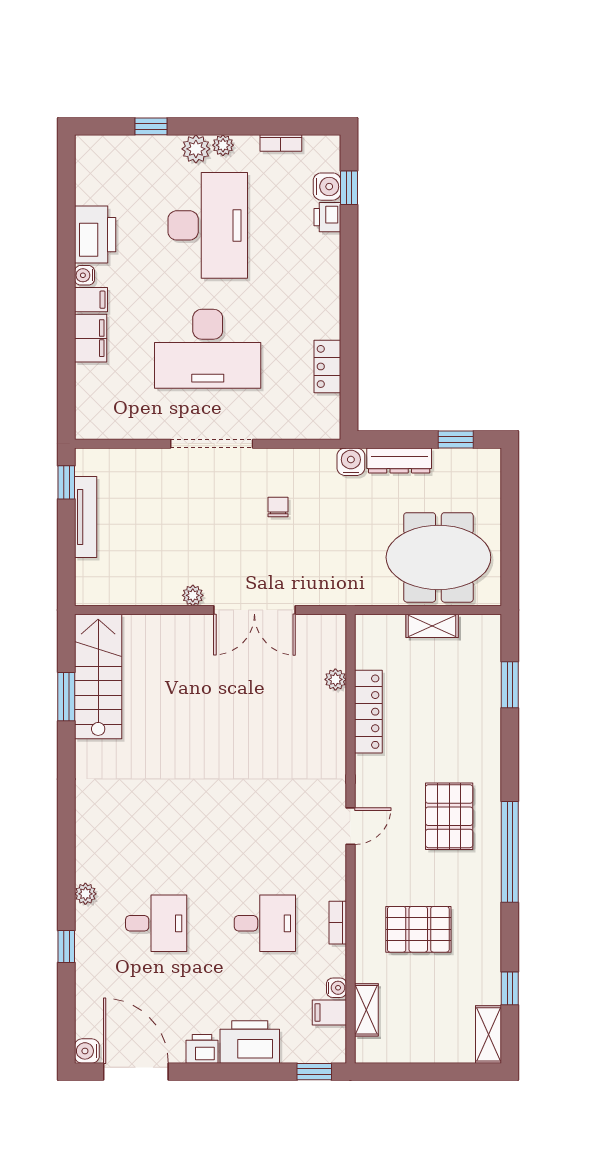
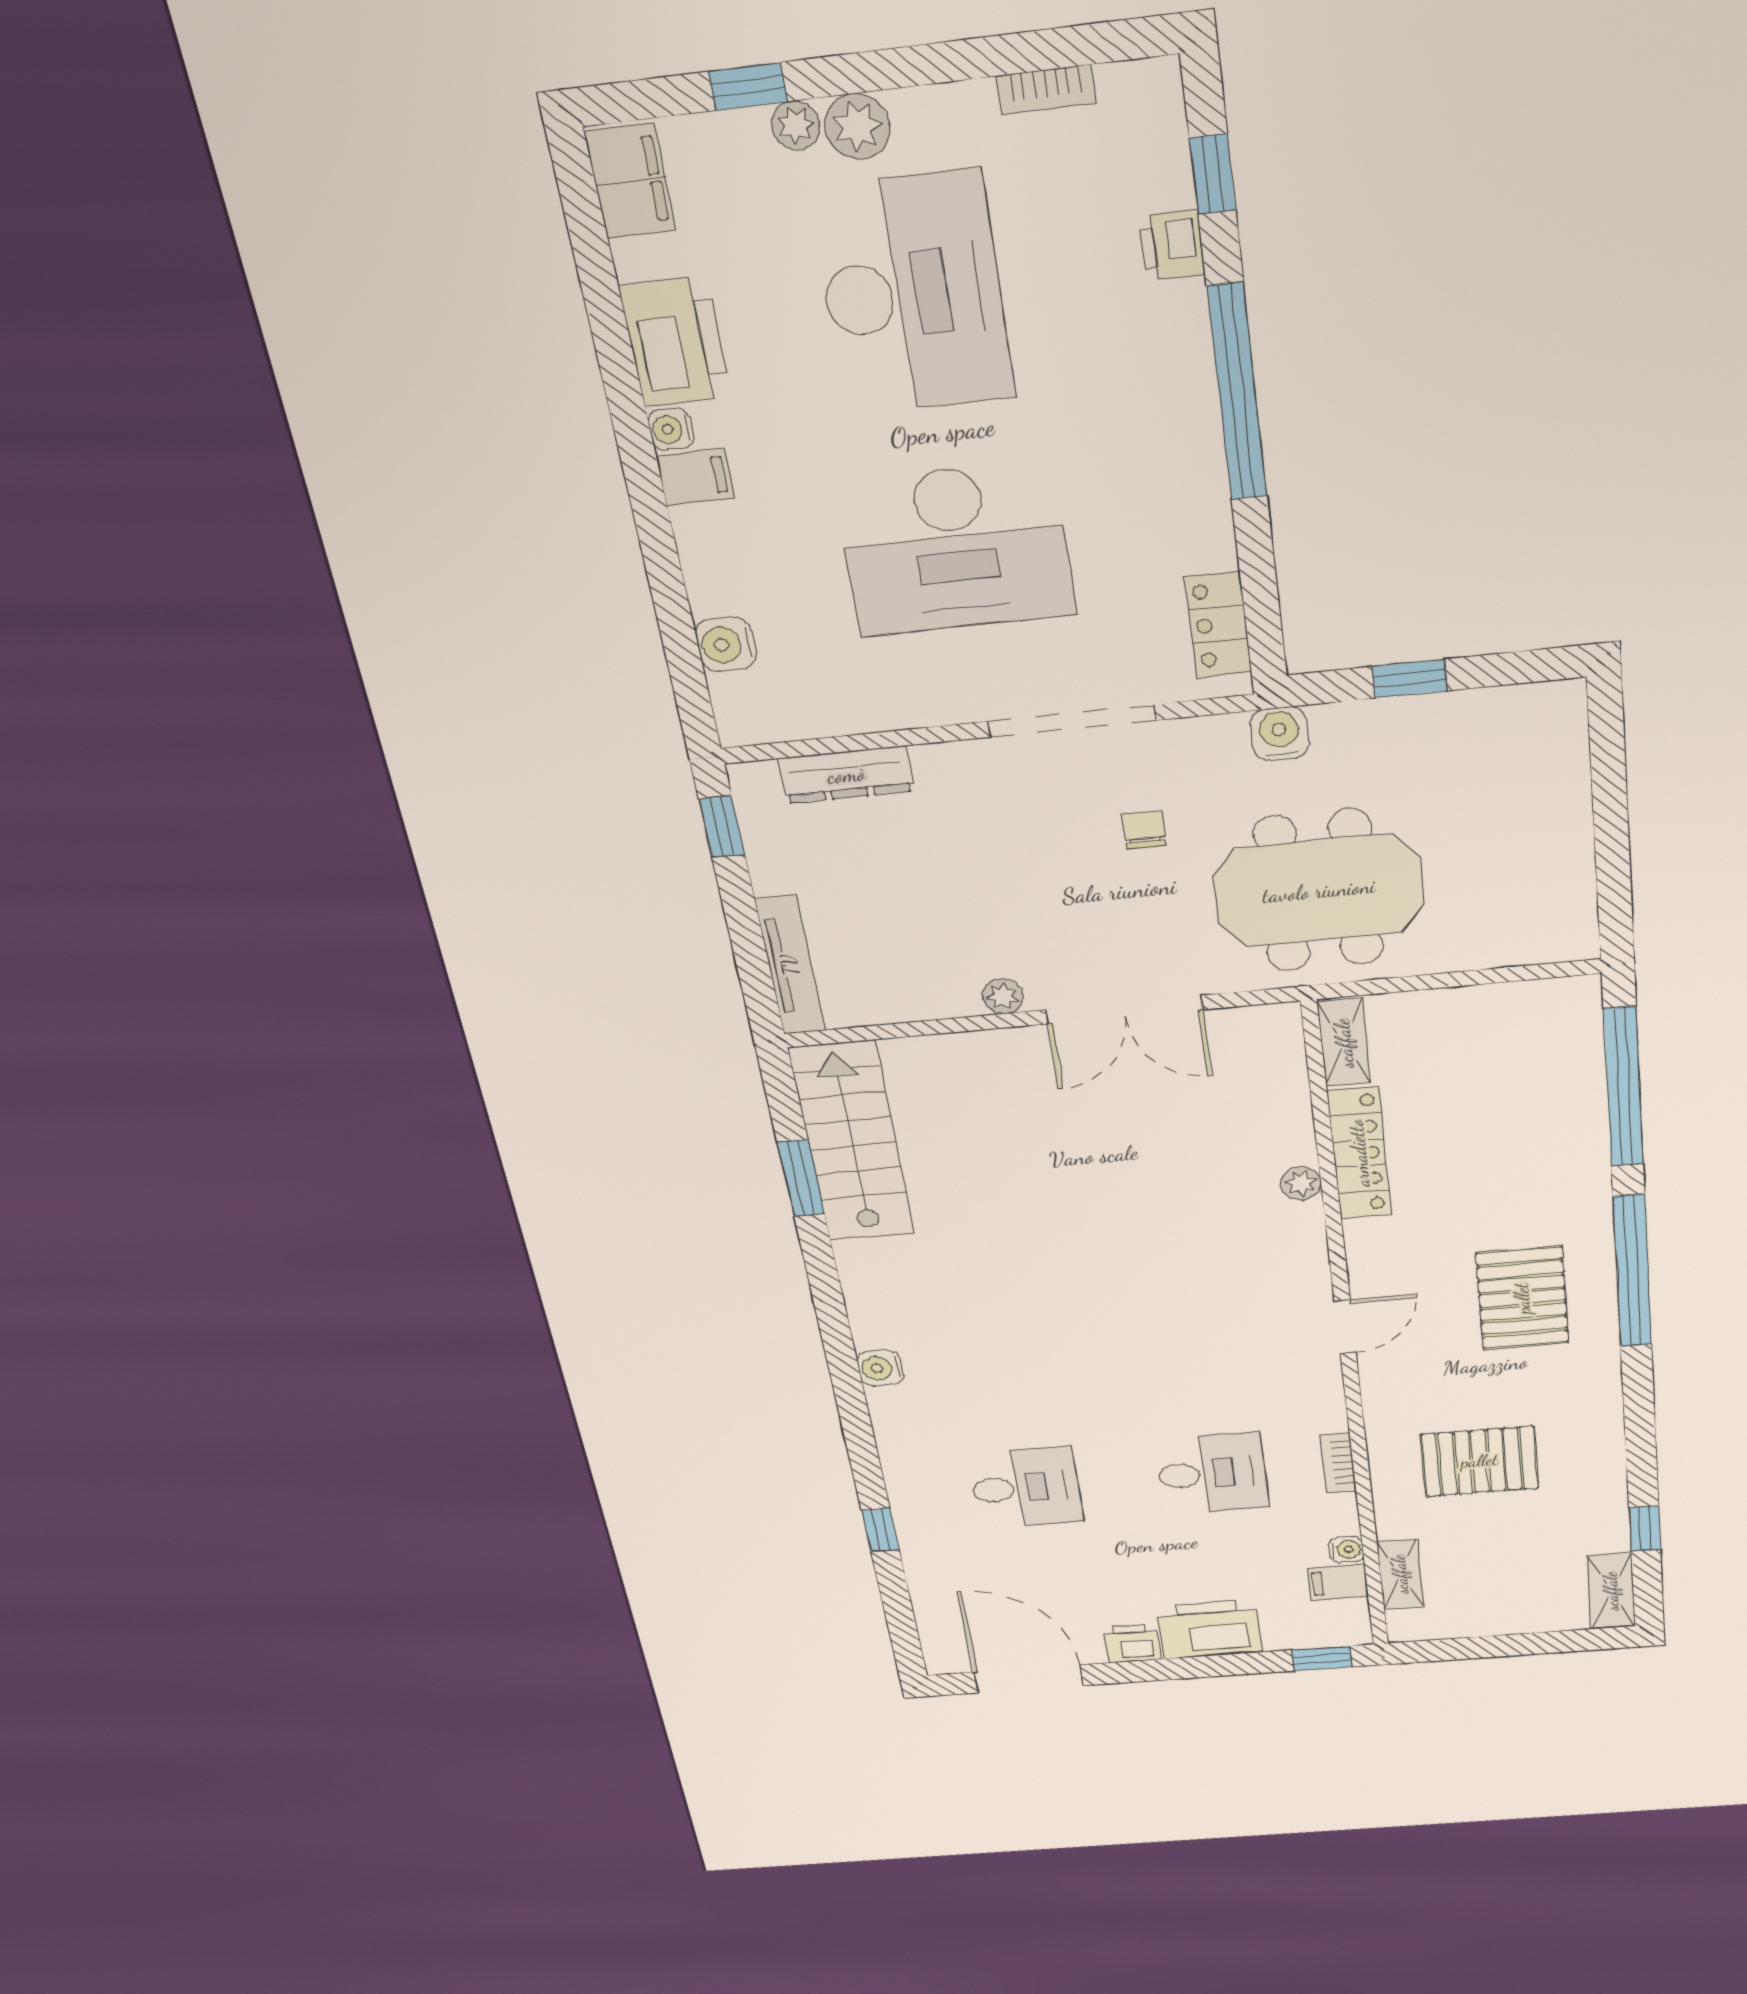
plant: (223, 145) -> (796, 125), moved
water cooler: (327, 187) -> (726, 644), moved, turned 180
window: (349, 288) -> (1237, 393), added
filing cabinet: (91, 338) -> (630, 181), moved
locker: (327, 366) -> (1218, 625), moved
window: (456, 440) -> (1409, 679), moved
doorway: (212, 444) -> (1072, 721), moved
dresser: (399, 460) -> (846, 775), moved
tv unit: (86, 517) -> (790, 965), moved
meeting table: (438, 557) -> (1319, 891), moved
shelving: (432, 626) -> (1344, 1043), moved, turned 90
plant: (335, 679) -> (1301, 1183), moved
window: (510, 685) -> (1624, 1087), width x2.11
window: (510, 852) -> (1632, 1271), moved
plant: (85, 894) -> (897, 1458), removed
water cooler: (87, 1051) -> (880, 1368), moved

